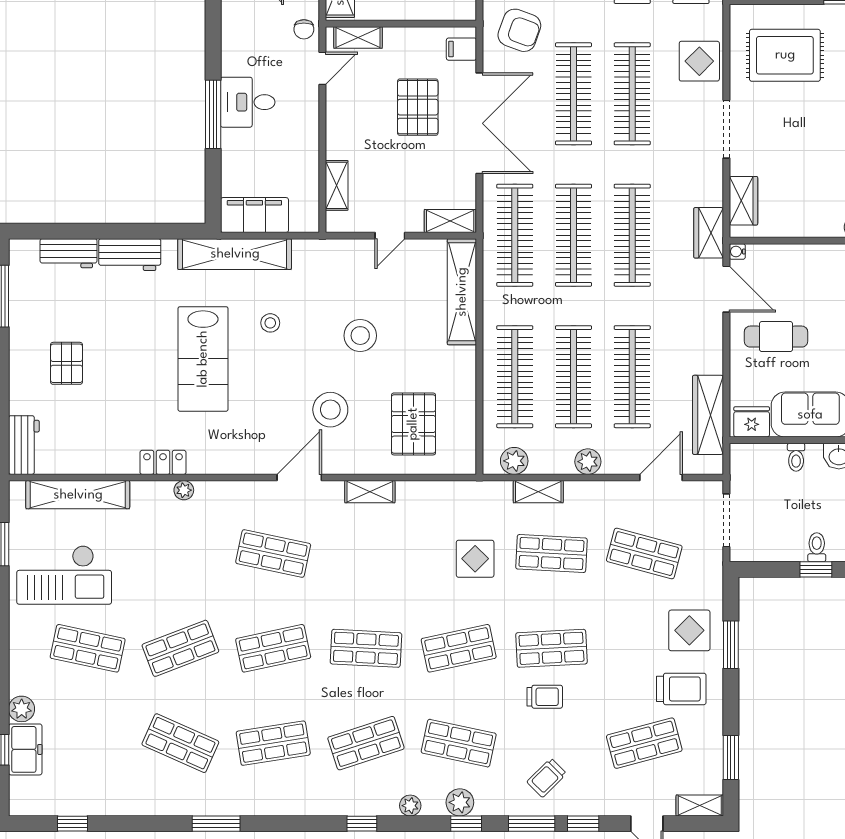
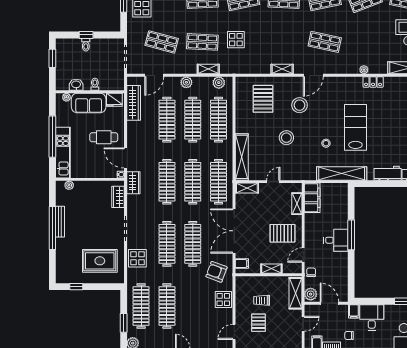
shelving: (358, 37) -> (271, 269), moved
pallet: (418, 107) -> (282, 233), moved, turned 90
filing cabinet: (254, 215) -> (312, 198), moved, turned -90

